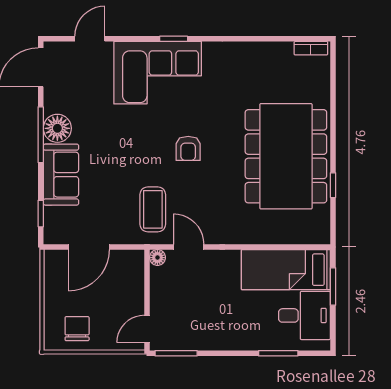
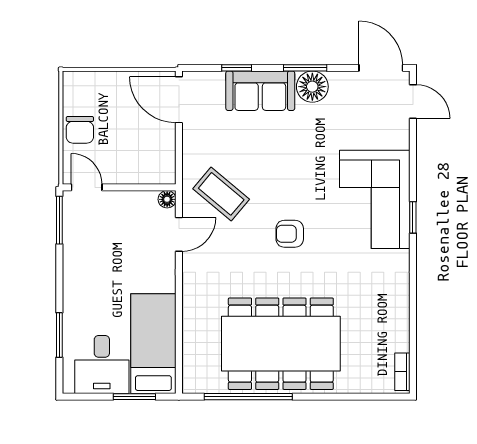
door: (90, 39) -> (413, 102), moved
window: (41, 135) -> (305, 68), width x0.69
window: (333, 185) -> (248, 397), width x3.17
coffee table: (153, 209) -> (221, 194), turned 40
window: (41, 214) -> (237, 68), moved
door: (89, 247) -> (179, 100), moved
chair: (77, 329) -> (80, 130), moved, turned 90

